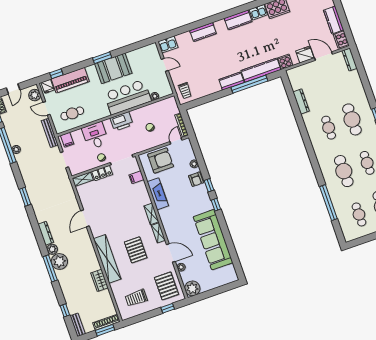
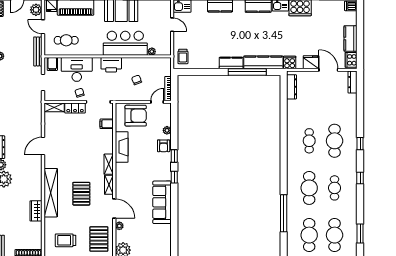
dresser: (301, 102) -> (292, 87), moved
desk: (95, 136) -> (77, 69), width x1.37
cafe table: (359, 214) -> (309, 235), width x1.37, depth x1.35
sofa: (213, 240) -> (162, 202), width x0.74, depth x0.79

